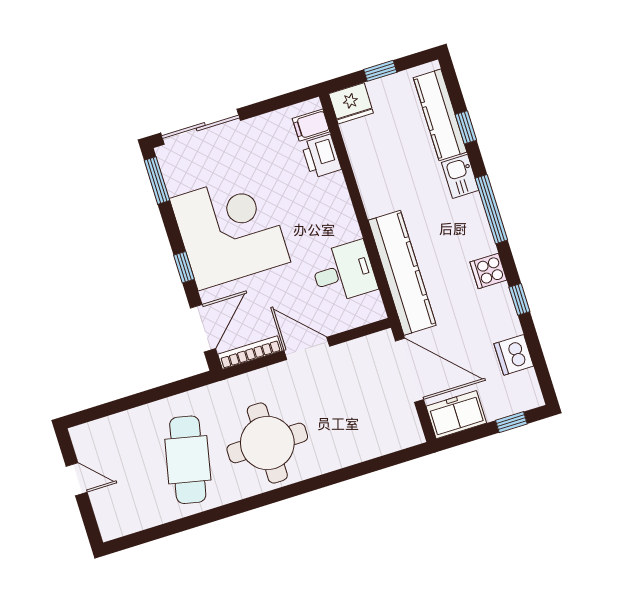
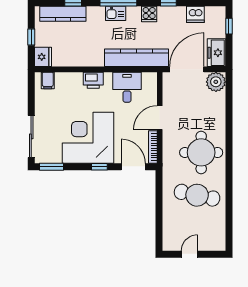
printer: (321, 156) -> (93, 80), moved
kitchen sink: (460, 176) -> (116, 13), moved
plant: (403, 430) -> (216, 82), added

